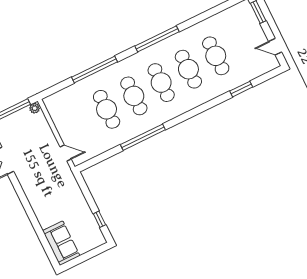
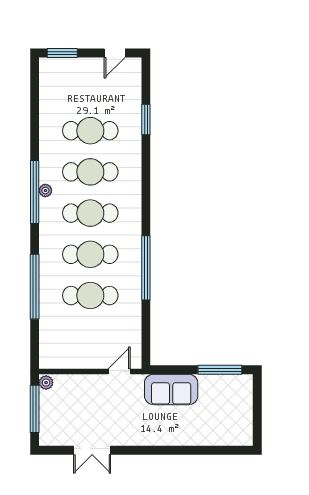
plant: (162, 46) -> (45, 191), added
window: (99, 219) -> (220, 370), width x2.17
sofa: (61, 243) -> (171, 389), moved, turned 180

